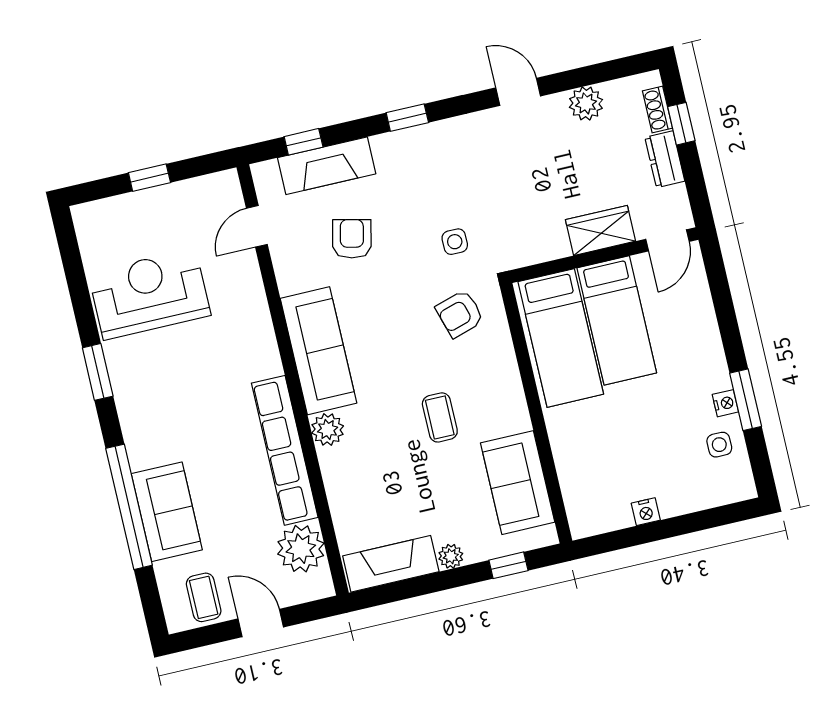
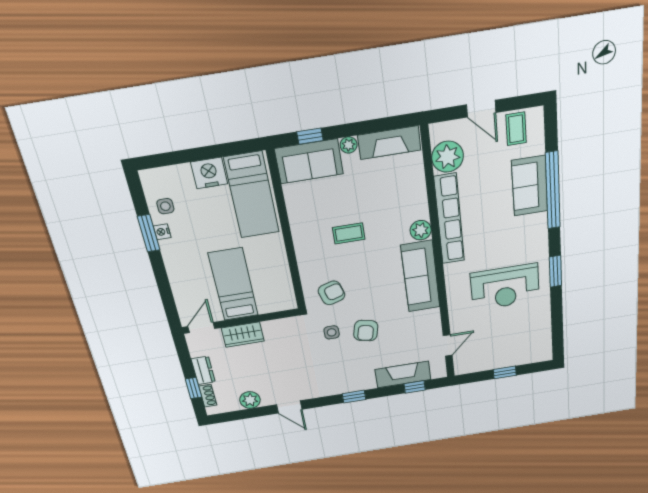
armchair: (352, 239) -> (366, 331), moved
reception desk: (149, 294) -> (505, 287), moved
bed: (561, 338) -> (252, 195), moved, turned 180
coffee table: (440, 417) -> (349, 233), turned 90
sofa: (518, 483) -> (309, 161), moved, turned 90
nightstand: (646, 512) -> (209, 173), width x1.89, depth x1.79

